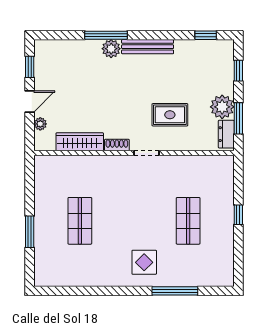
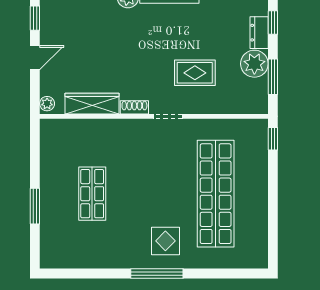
plant: (40, 124) -> (47, 104), moved
dresser: (226, 134) -> (259, 33), moved
window: (238, 215) -> (273, 139), moved
shop shelf: (188, 221) -> (216, 194), width x2.00, depth x1.36
window: (175, 291) -> (157, 274), moved

